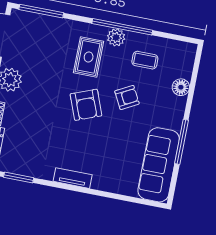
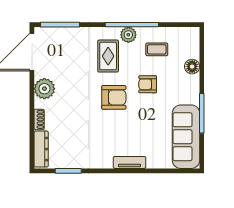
armchair: (127, 97) -> (148, 84), turned -152
armchair: (86, 105) -> (114, 97), turned -69
tv unit: (73, 178) -> (130, 162), moved

